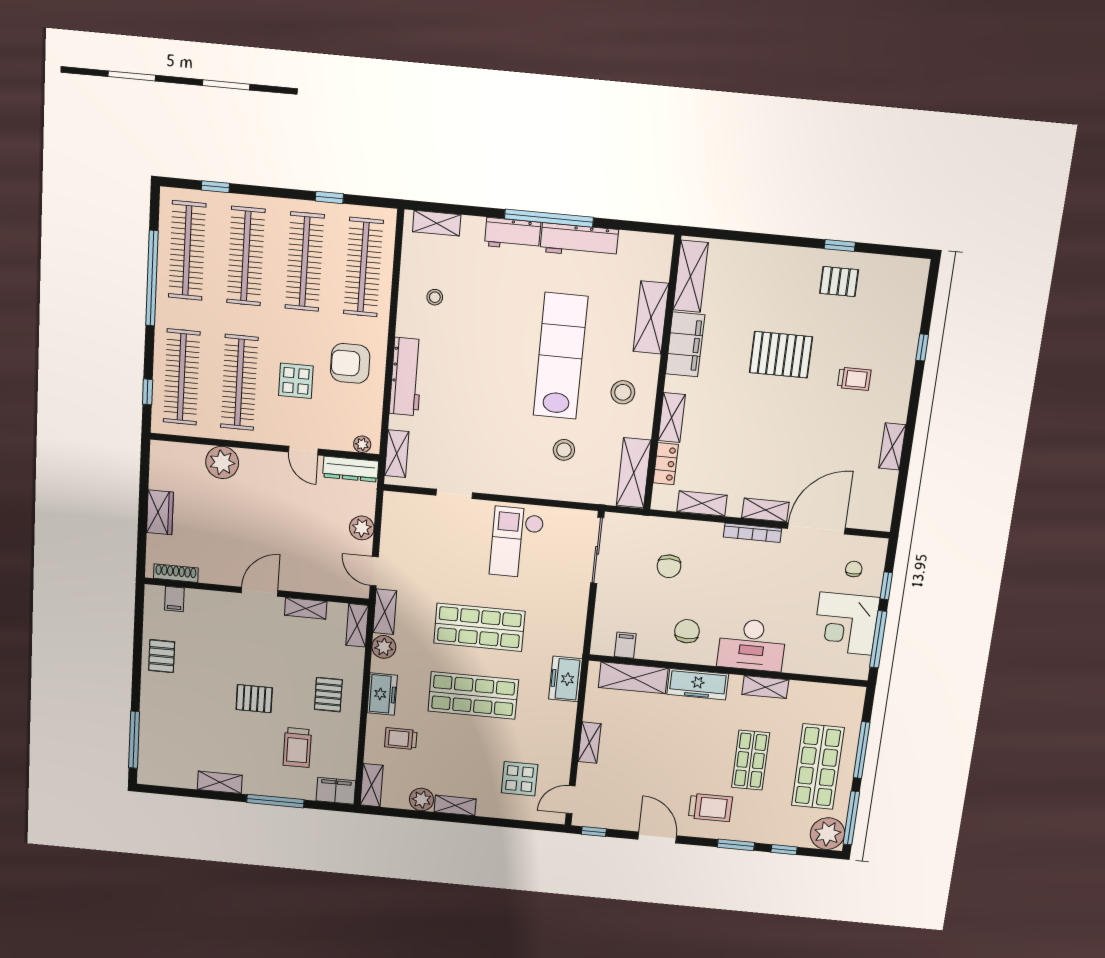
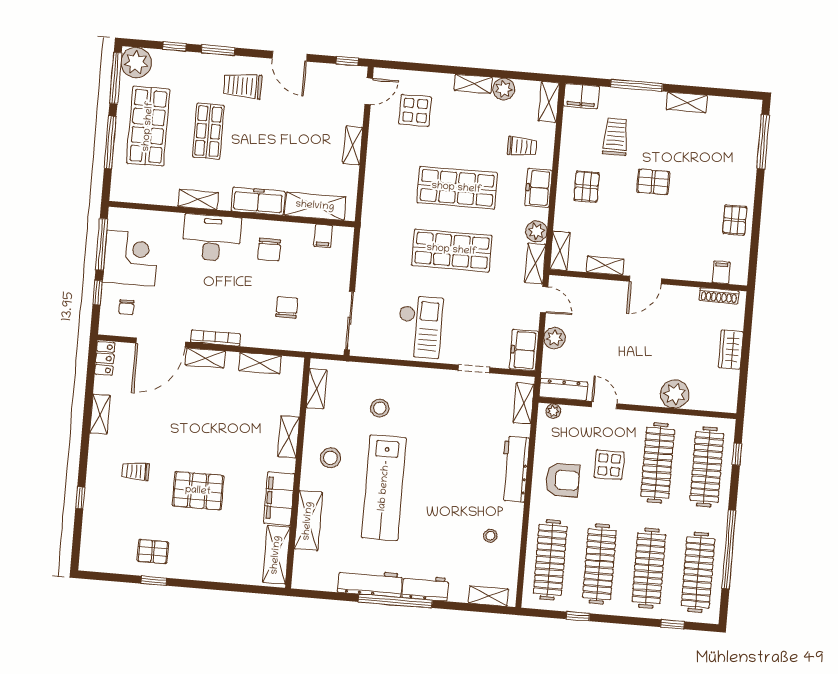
locker: (666, 464) -> (105, 358), moved, turned 180
shelving: (634, 473) -> (317, 389), width x0.67, depth x0.75
freezer: (565, 679) -> (524, 350), moved, turned 180

